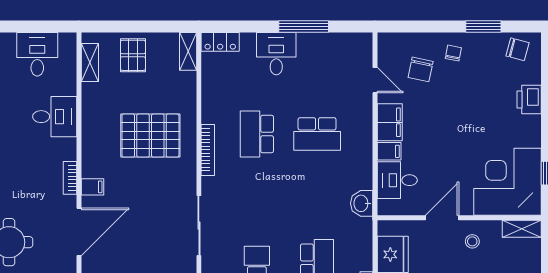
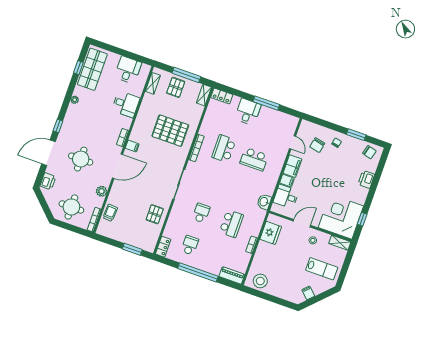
window: (144, 27) -> (186, 75), added

